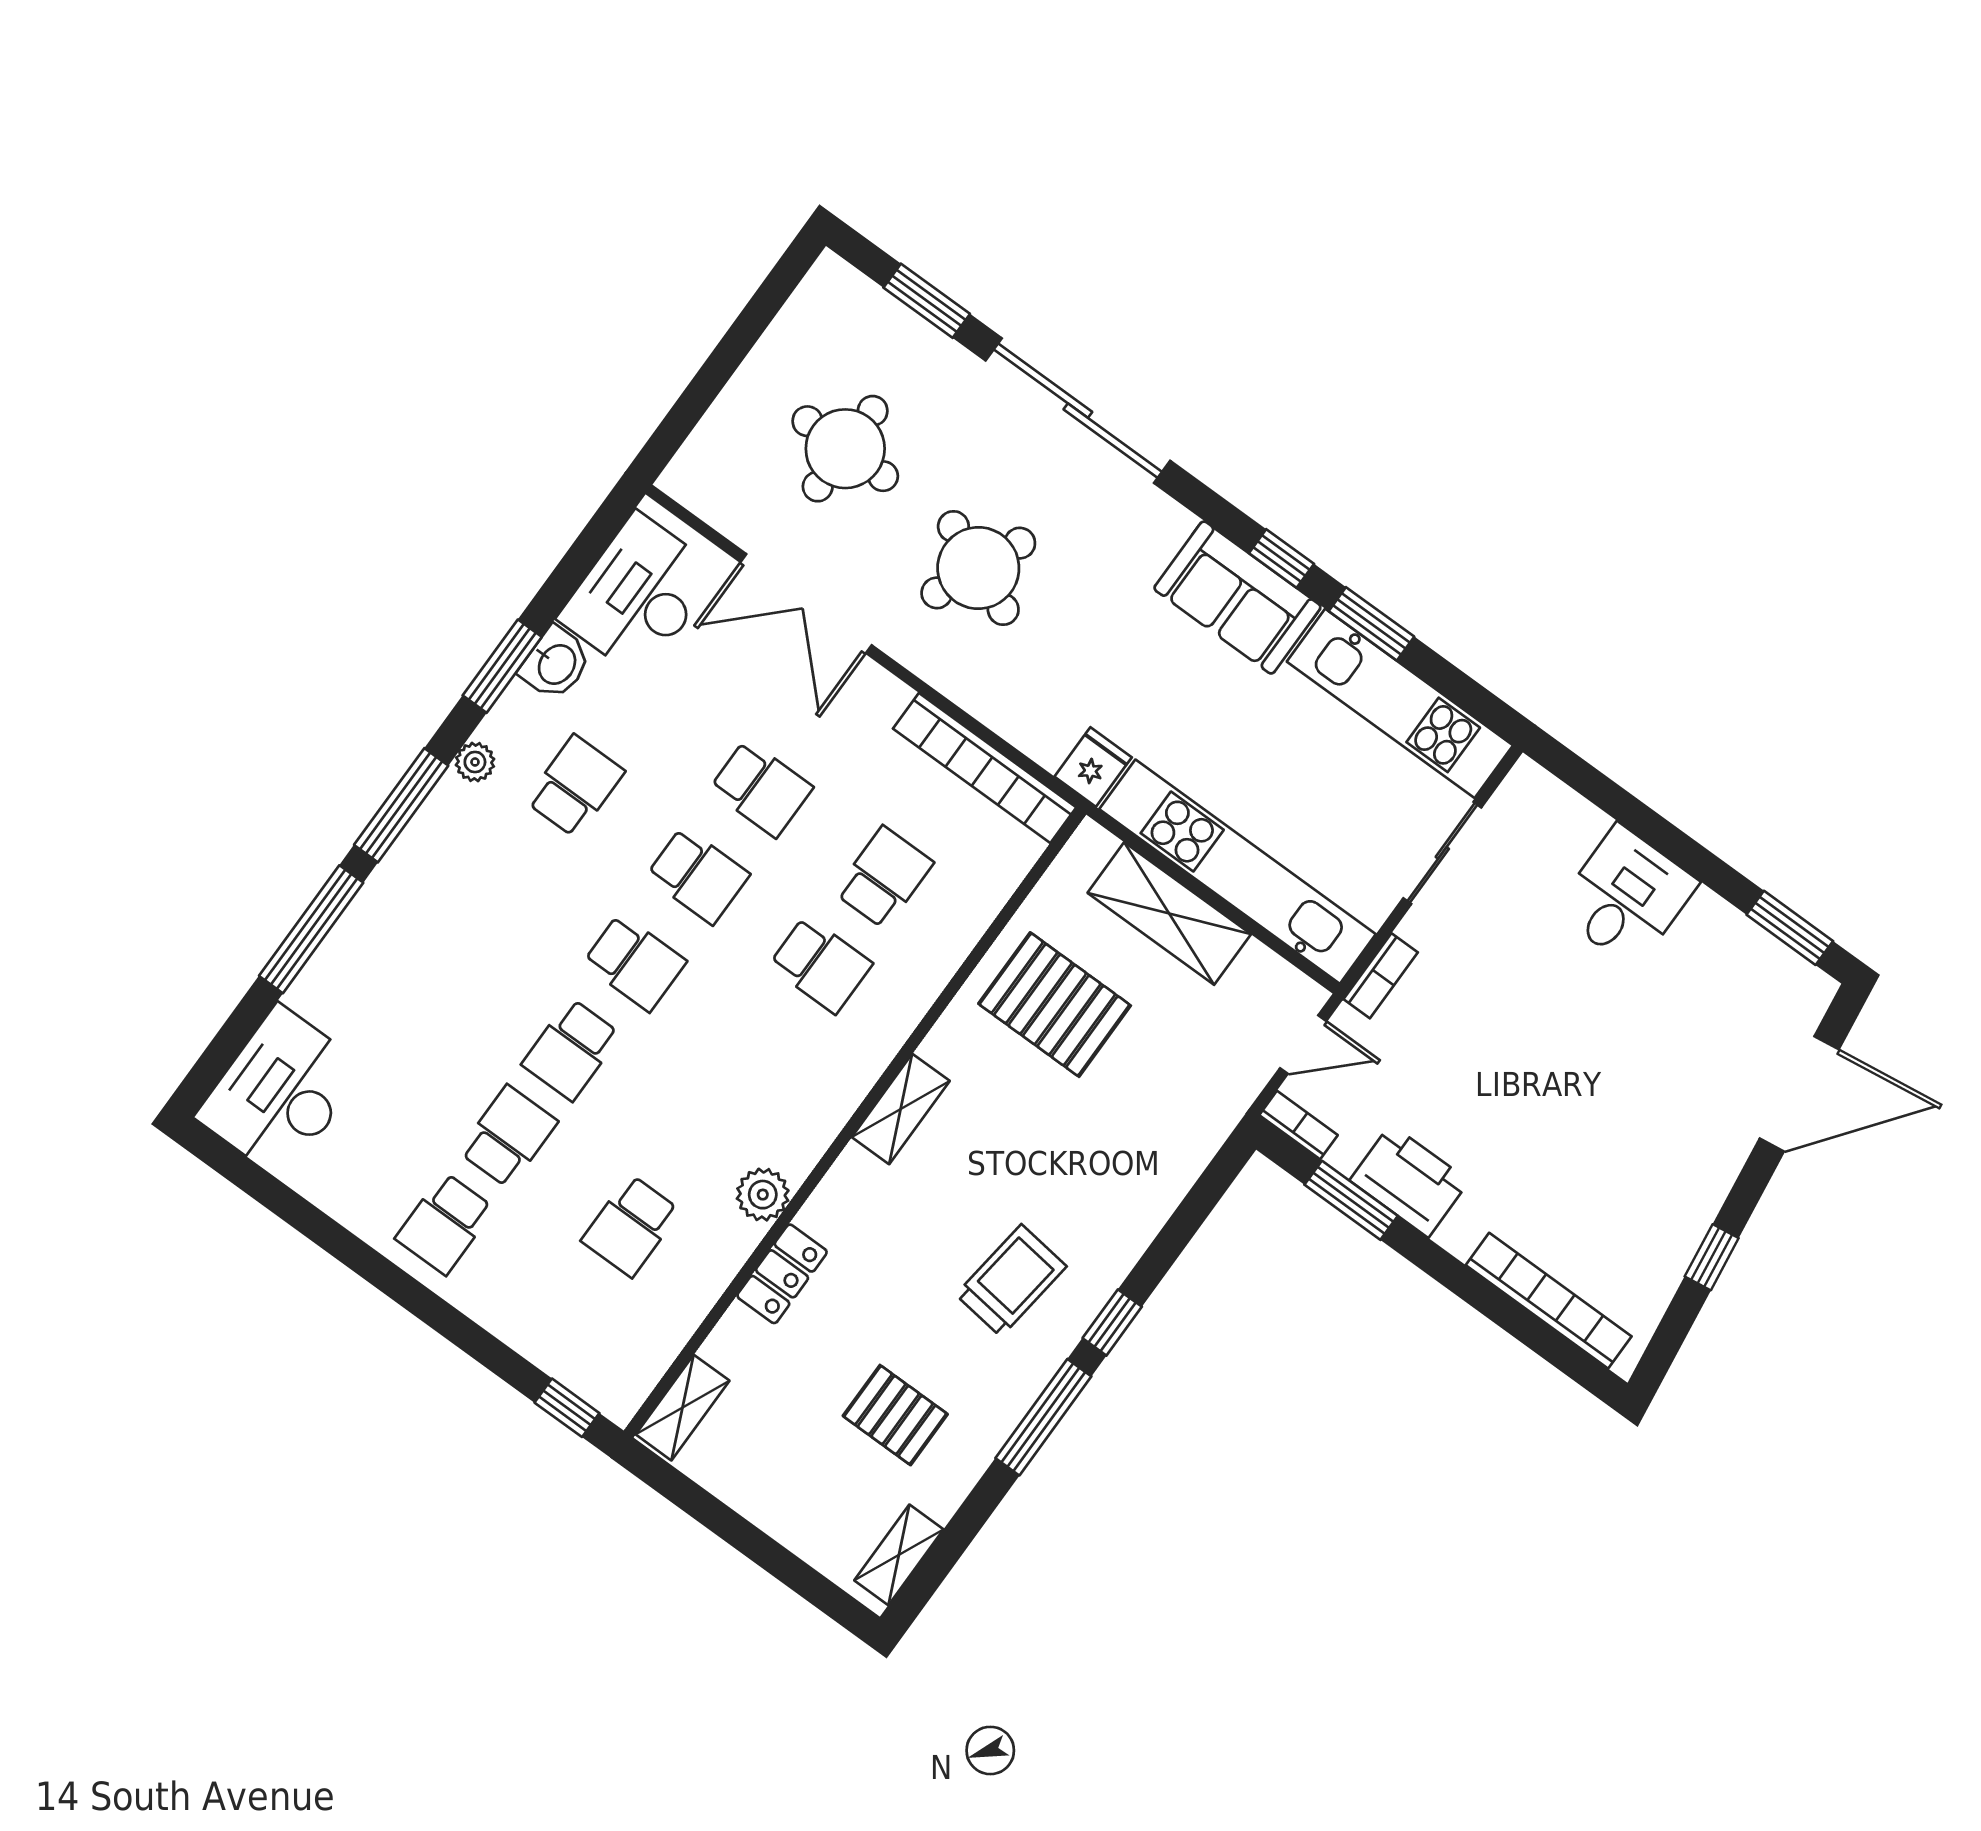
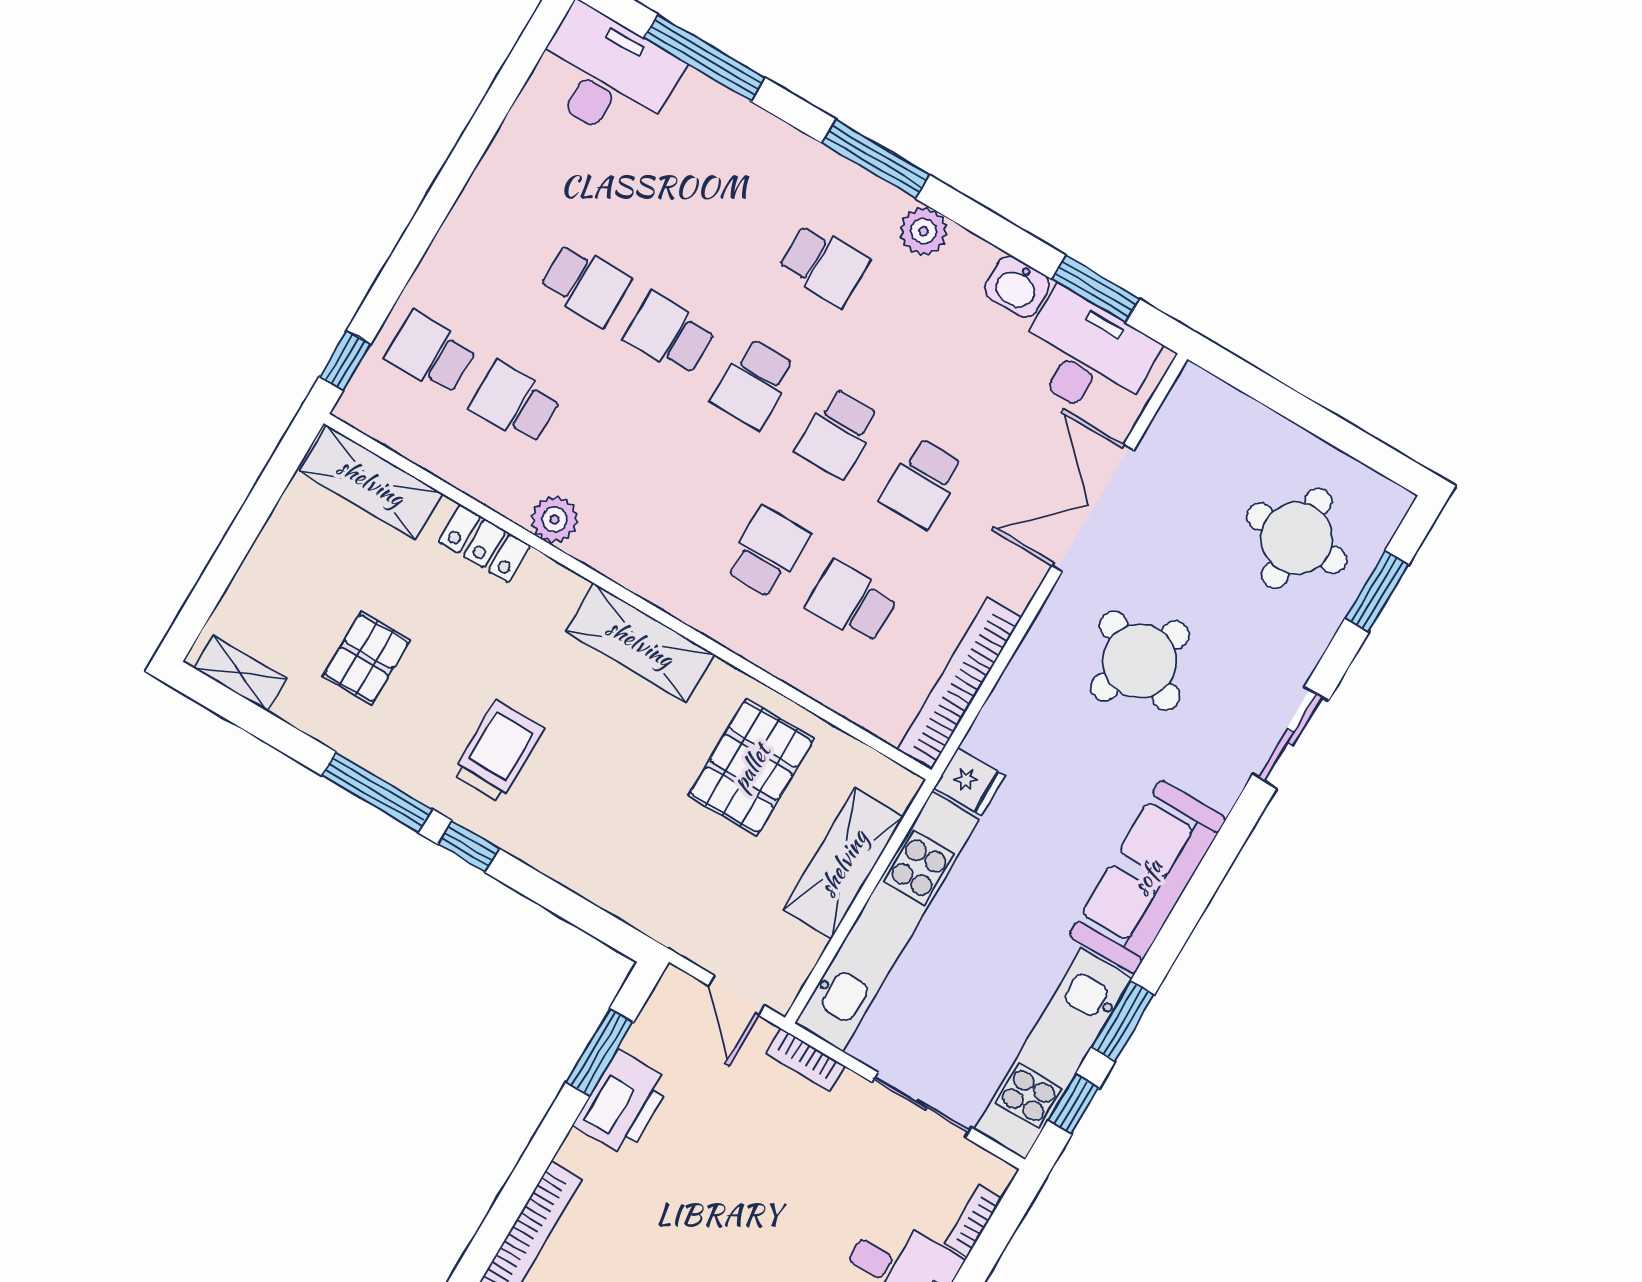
sliding door: (1078, 411) -> (1291, 737), width x0.54
round table: (845, 449) -> (1297, 538), moved
window: (1281, 559) -> (1074, 1104), moved
sofa: (1237, 598) -> (1147, 877), width x1.36
window: (502, 666) -> (1096, 289), moved
plant: (475, 762) -> (924, 231), width x1.38, depth x1.38
school desk: (575, 786) -> (824, 265), moved
school desk: (884, 878) -> (852, 602), turned 180
window: (311, 929) -> (705, 58), moved
school desk: (821, 965) -> (767, 552), turned 180
shelving: (901, 1109) -> (640, 643), width x1.50, depth x1.33
bookcase: (1299, 1125) -> (973, 1221), moved, turned 180
school desk: (445, 1224) -> (431, 353), moved
trolley: (1011, 1280) -> (498, 751), turned -97
shelving: (683, 1408) -> (371, 482), width x1.50, depth x1.33

